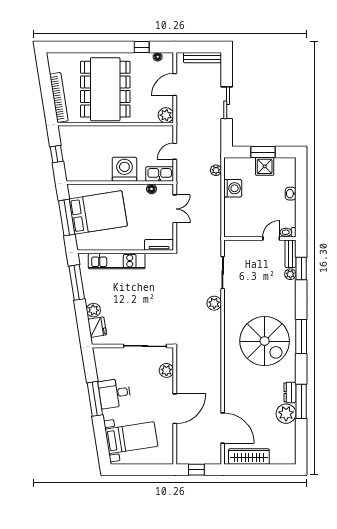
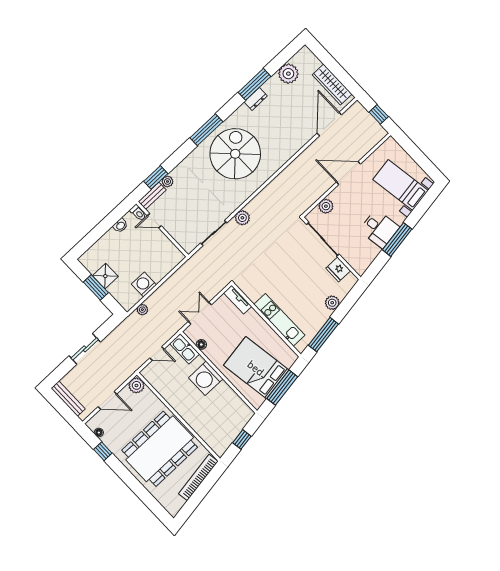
washbasin: (291, 194) -> (120, 226), moved
fridge: (97, 327) -> (338, 269), moved, turned -81
plant: (286, 414) -> (288, 74), moved

